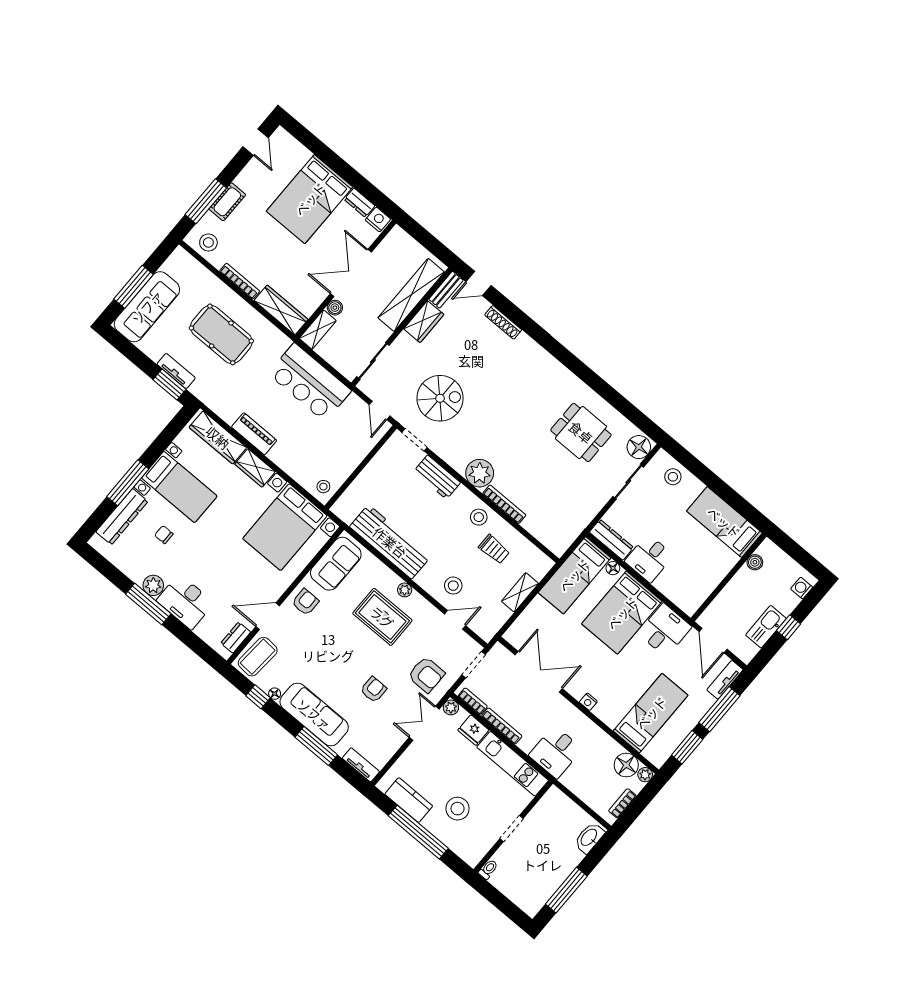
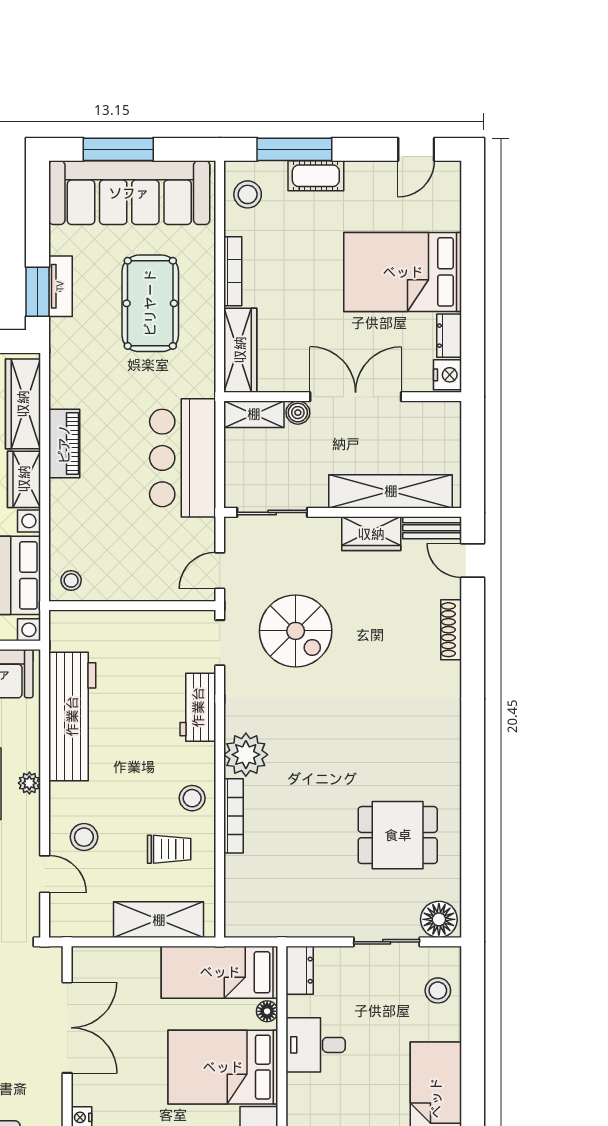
sofa: (147, 307) -> (129, 193), width x1.36, depth x1.27
dining table: (581, 432) -> (398, 835), turned 90
dresser: (611, 540) -> (300, 970), width x0.70
trolley: (494, 549) -> (169, 849), turned -90
shelving: (520, 592) -> (159, 920), width x1.50, depth x1.33

